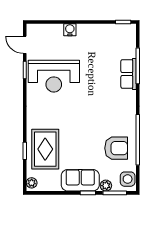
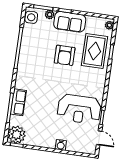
plant: (125, 35) -> (17, 135), added
reception desk: (54, 76) -> (79, 109), turned 180
armchair: (116, 148) -> (65, 55), moved, turned -90

